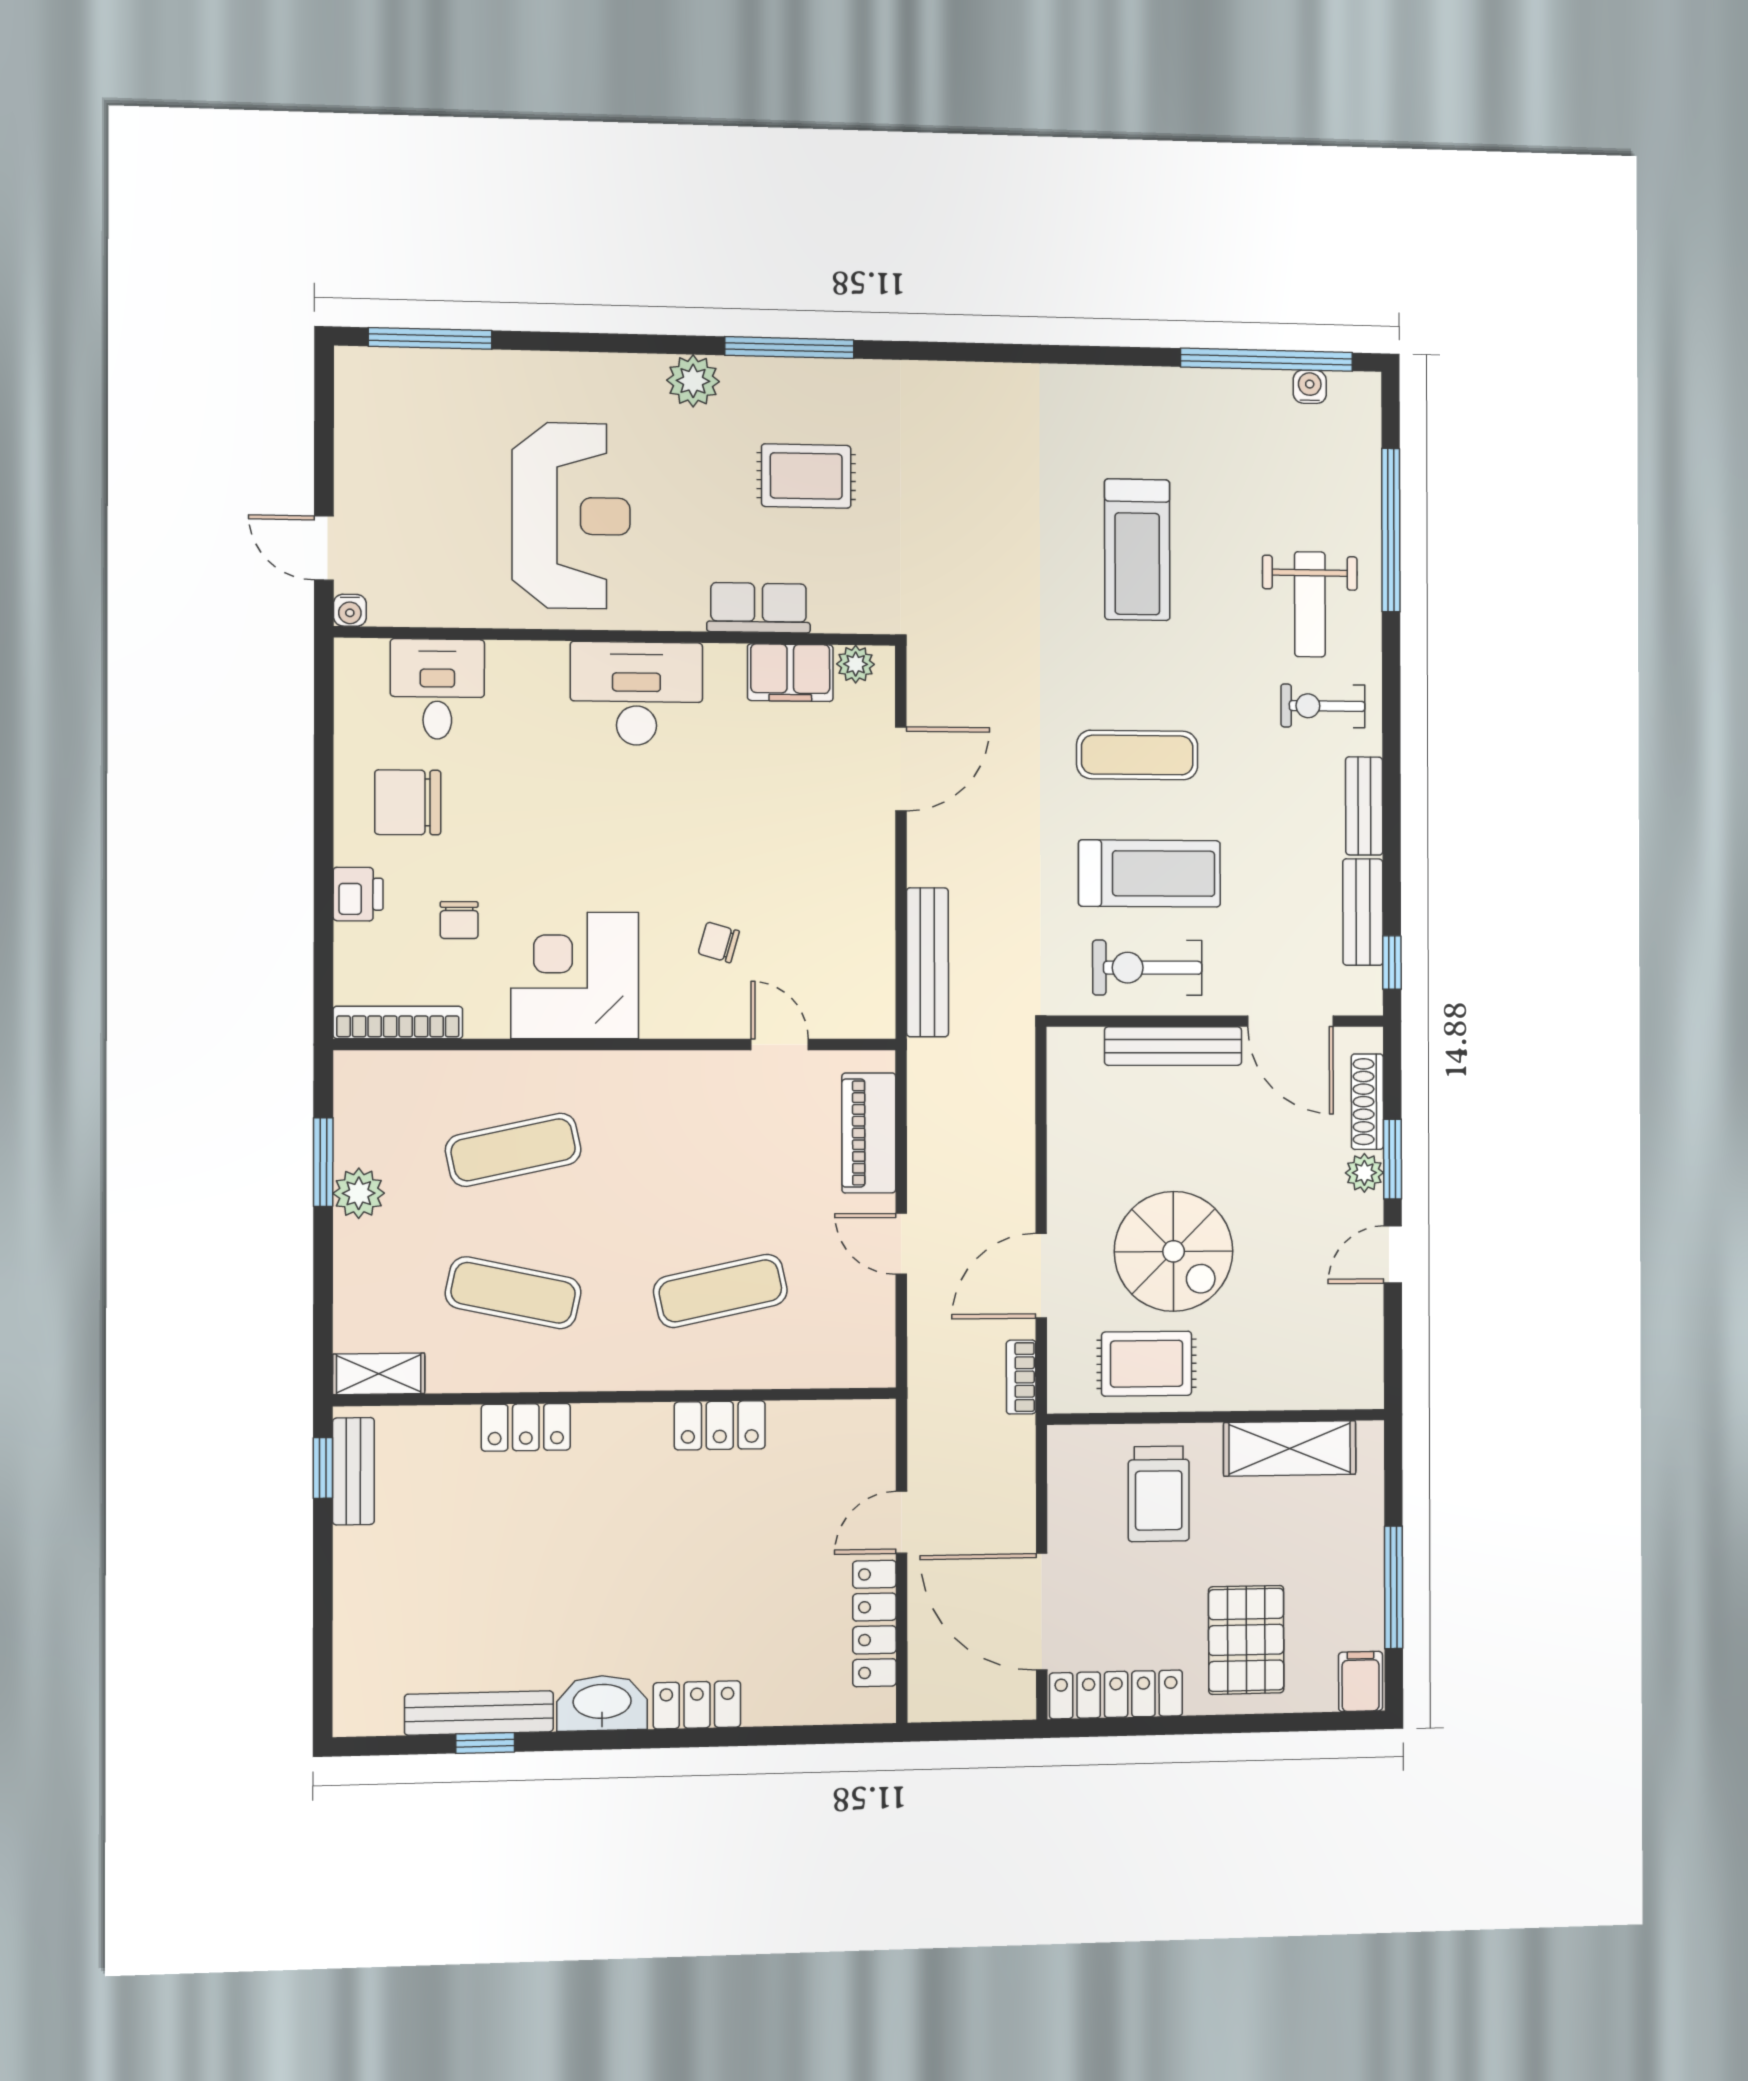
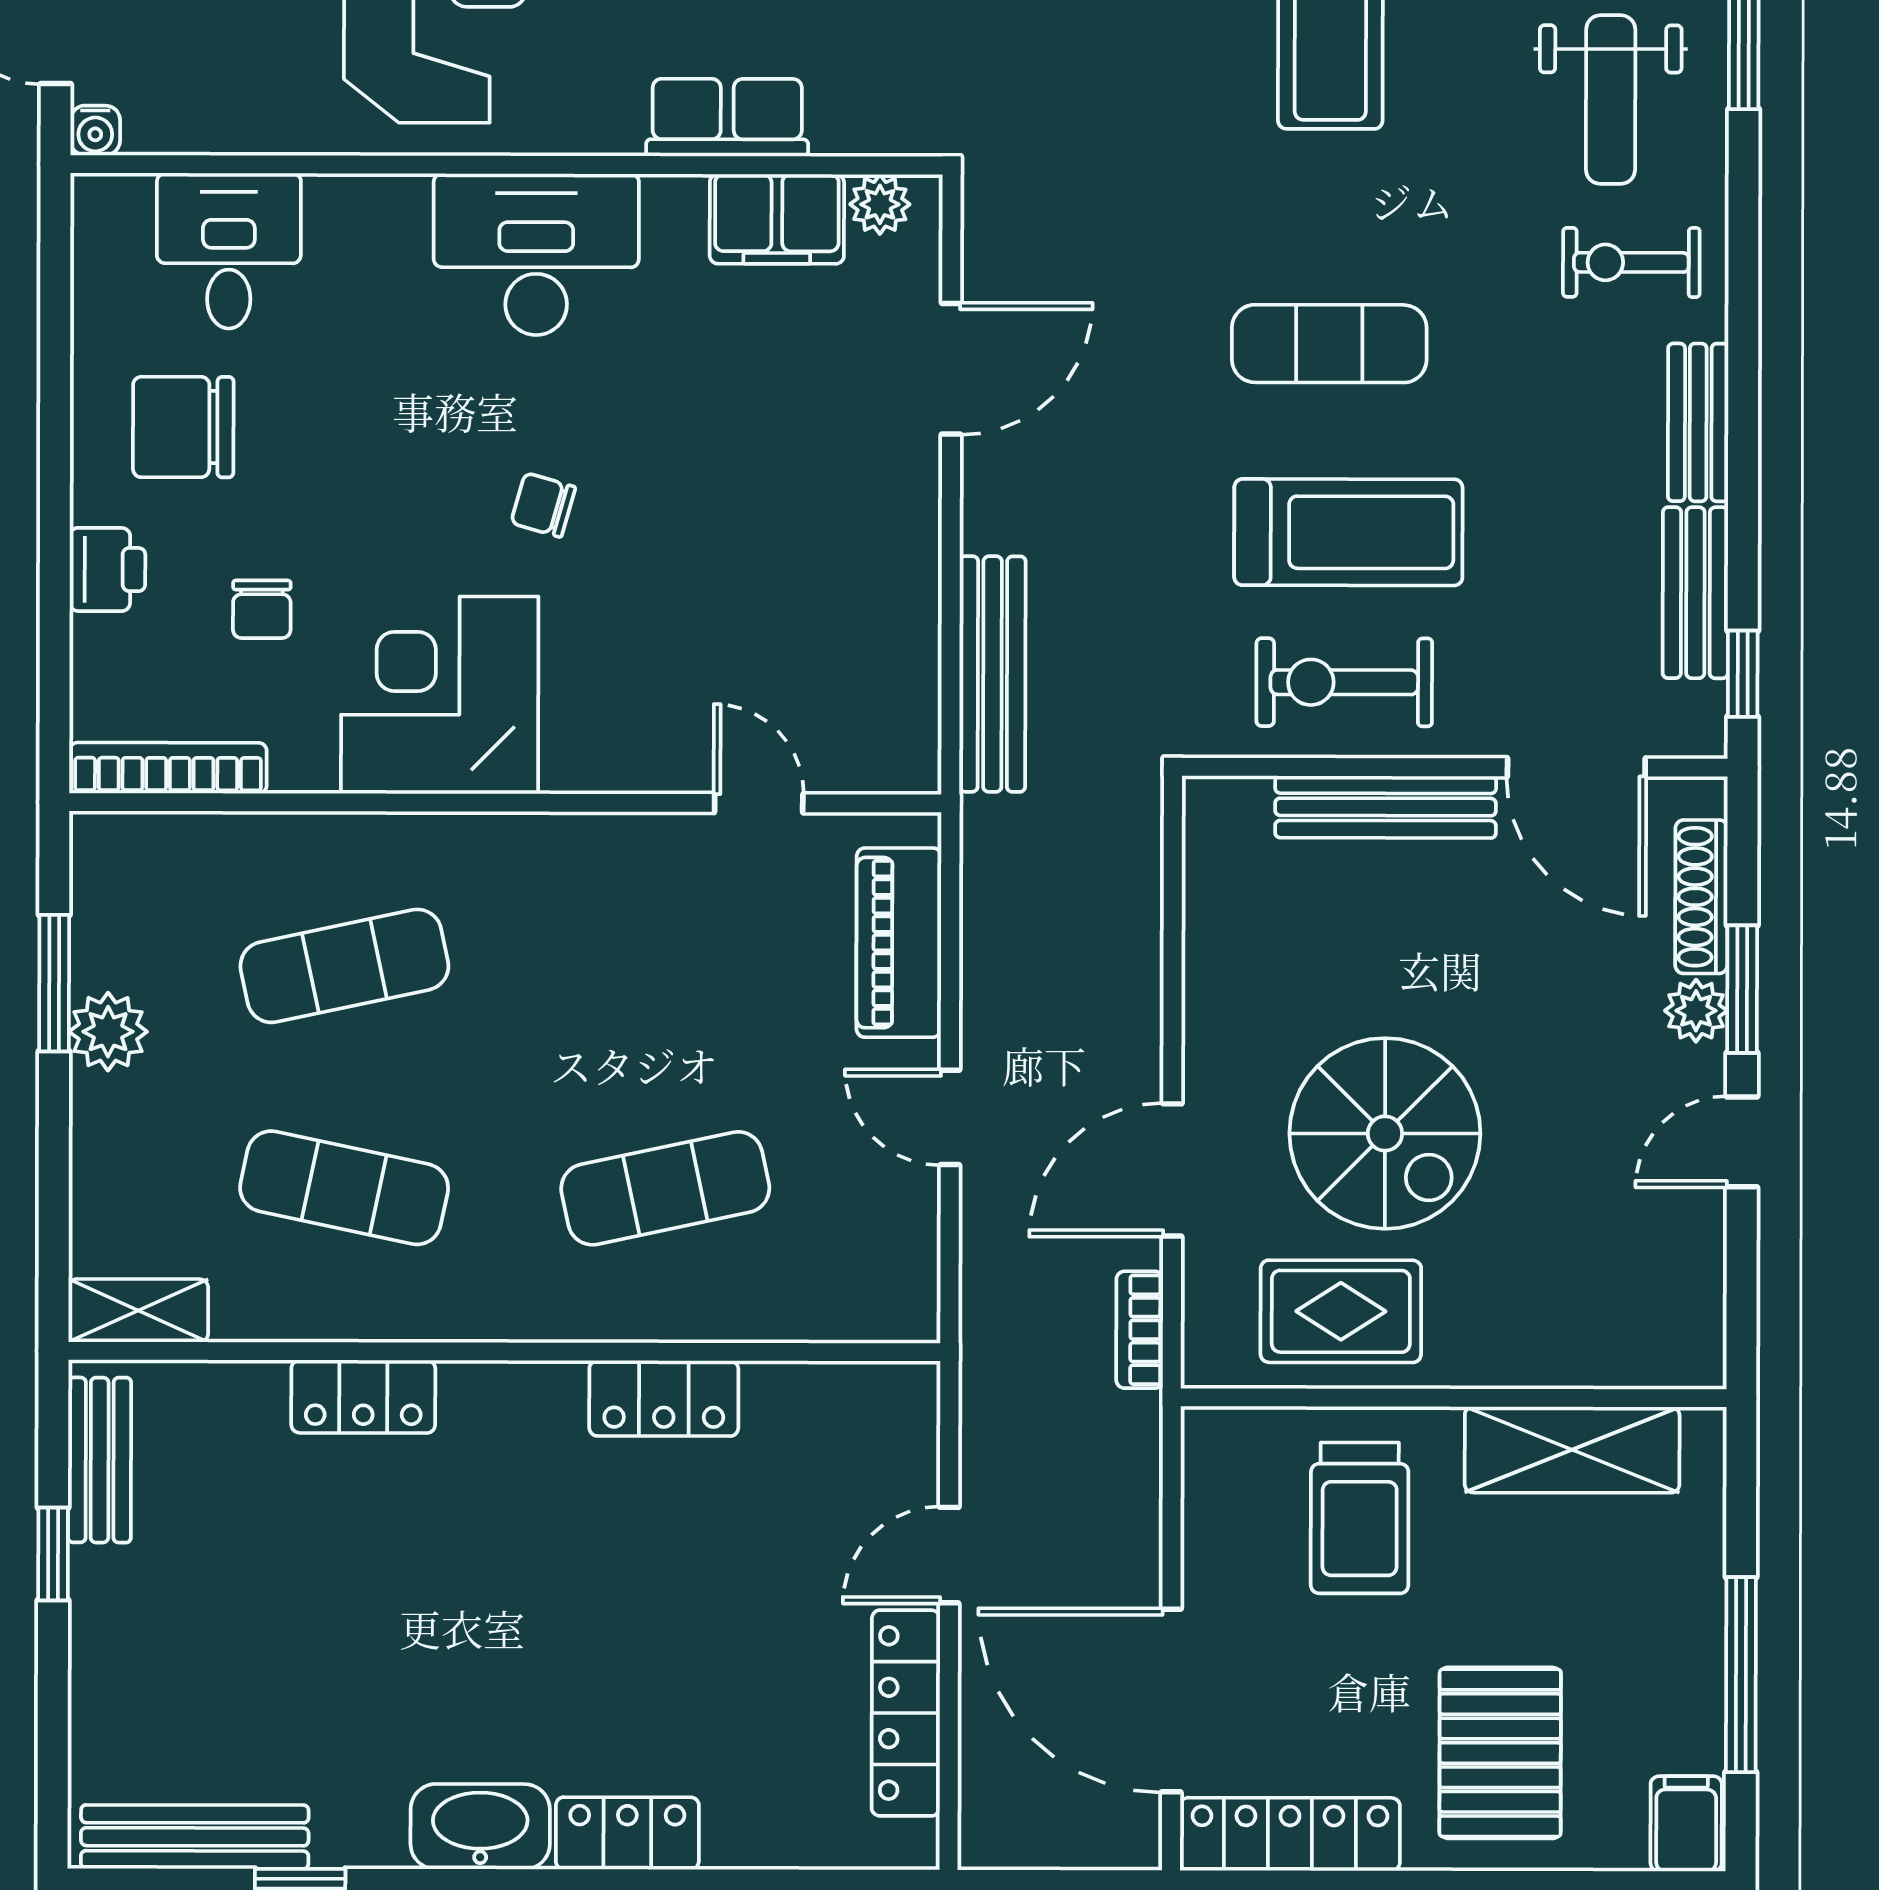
chair: (719, 942) -> (543, 505), moved
window: (323, 1468) -> (53, 1554), moved
bench: (479, 1713) -> (195, 1837), moved

